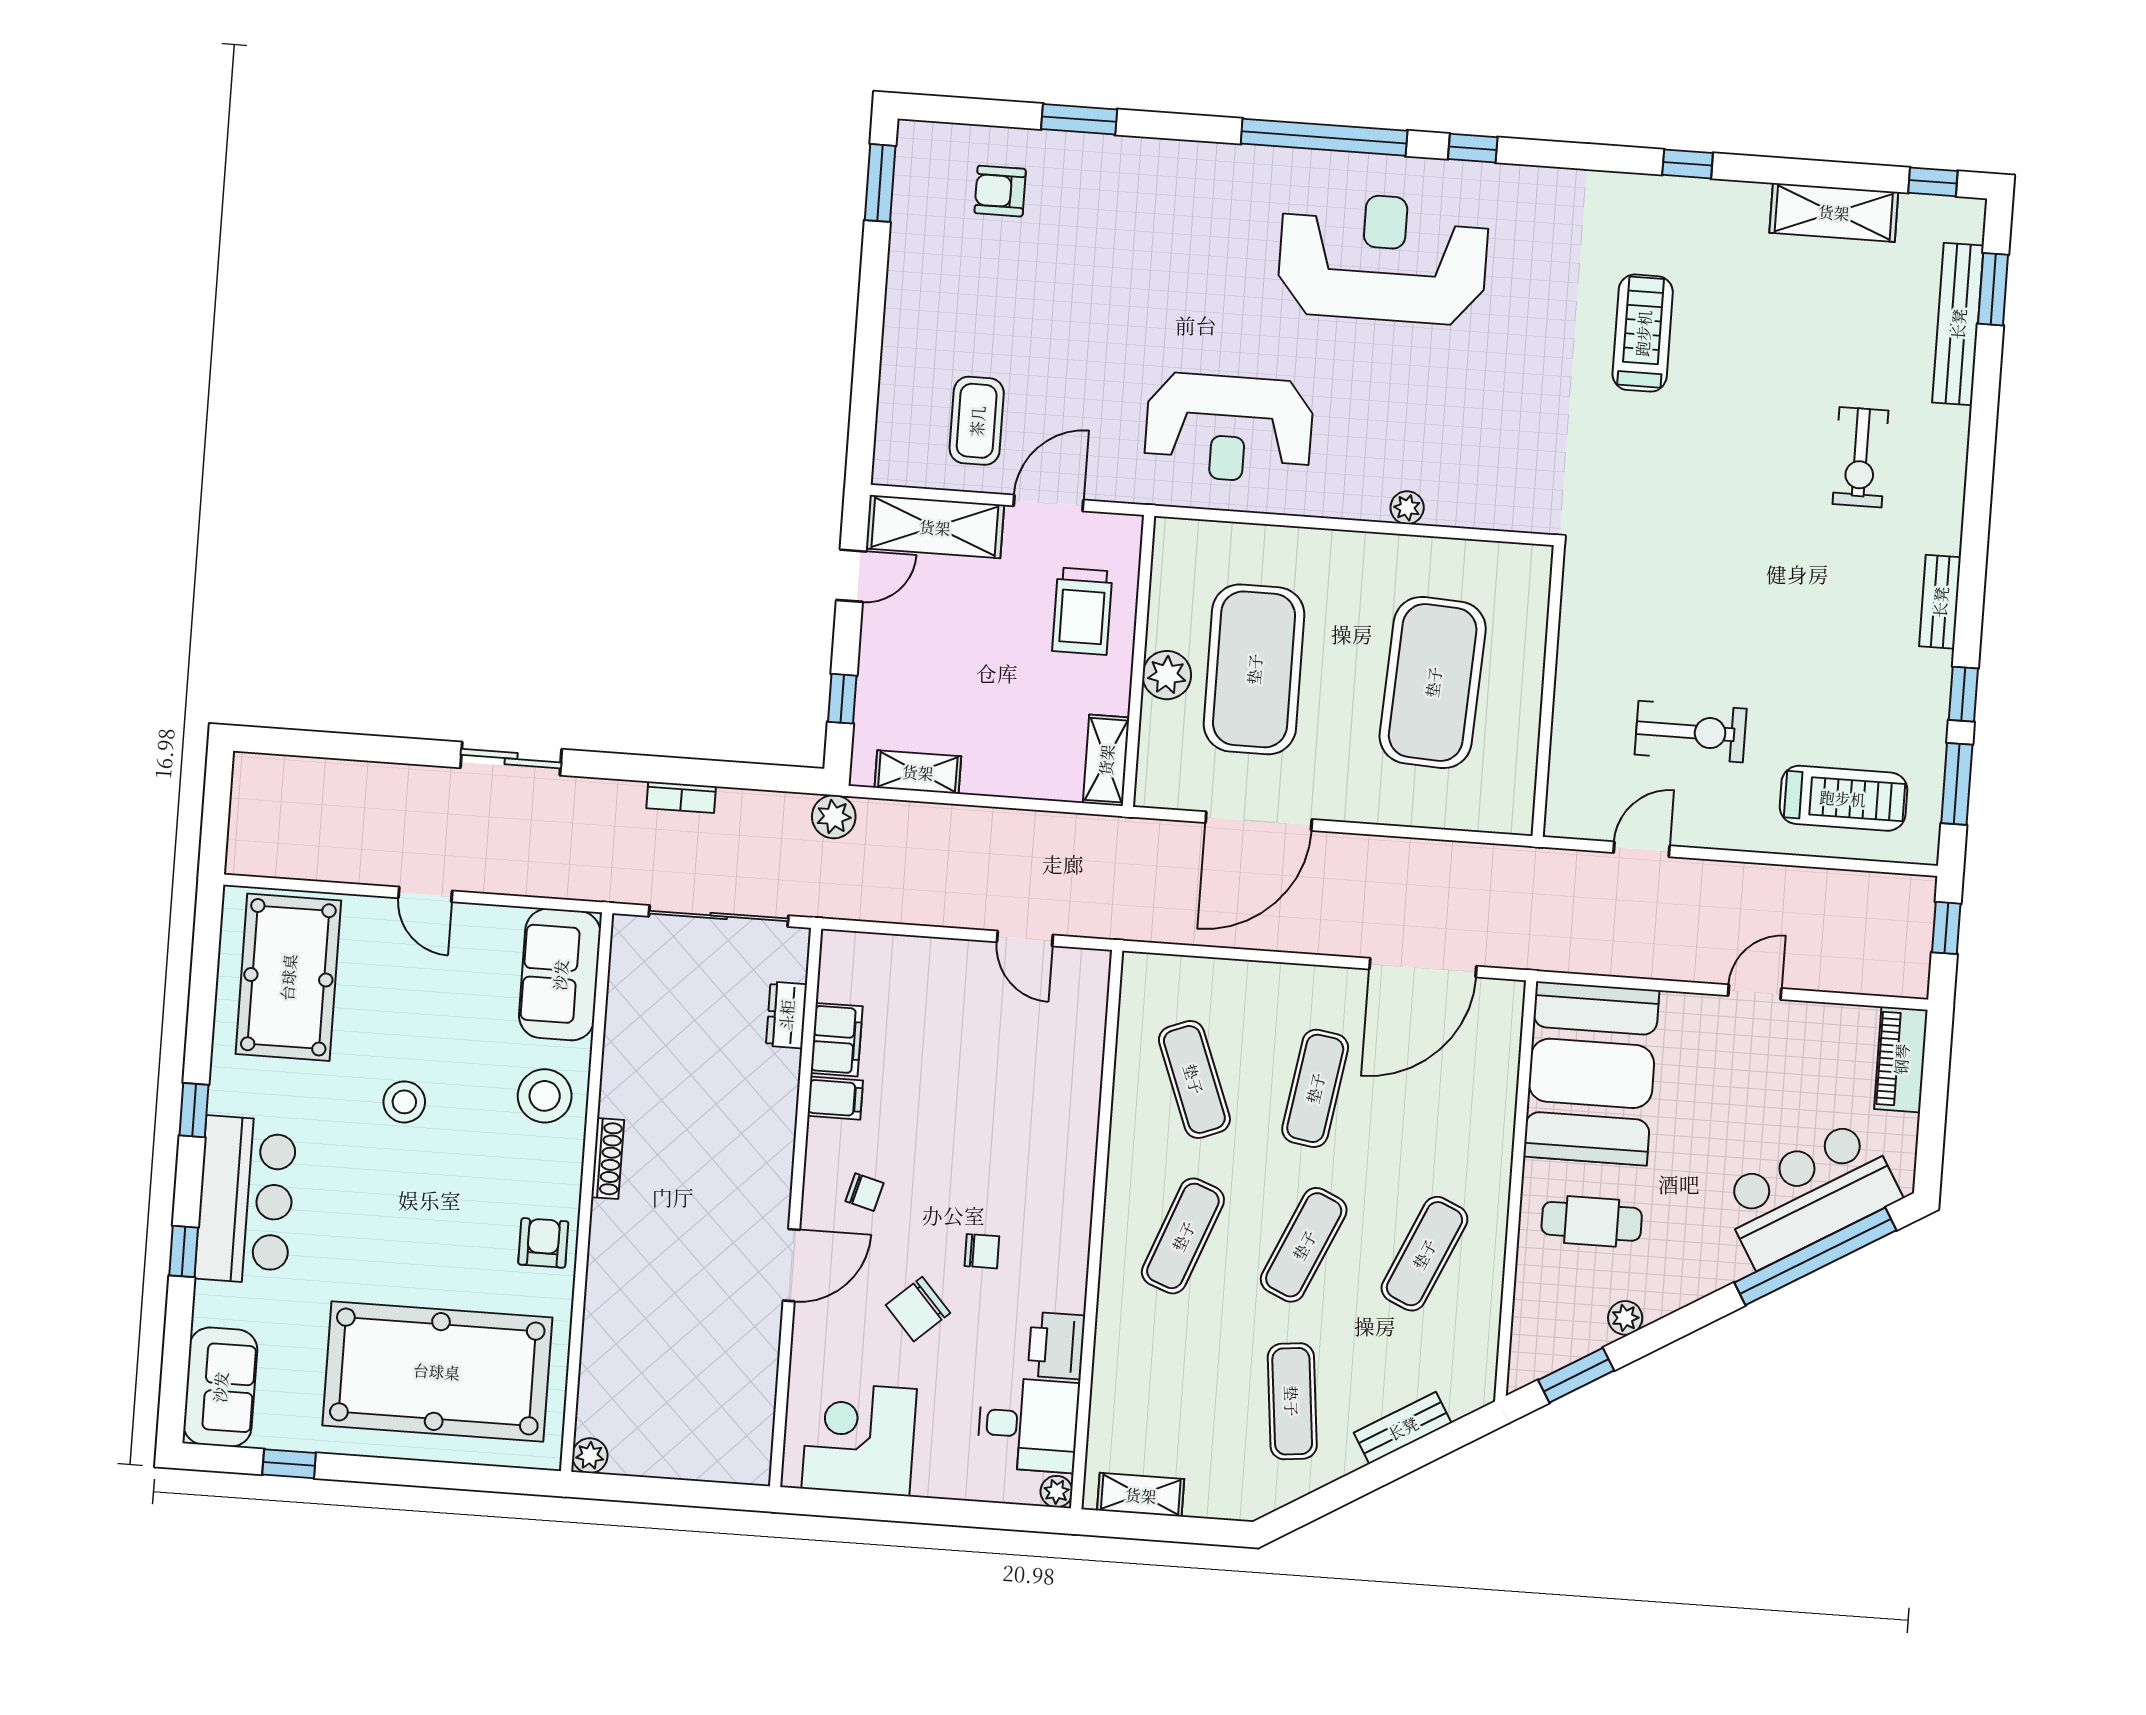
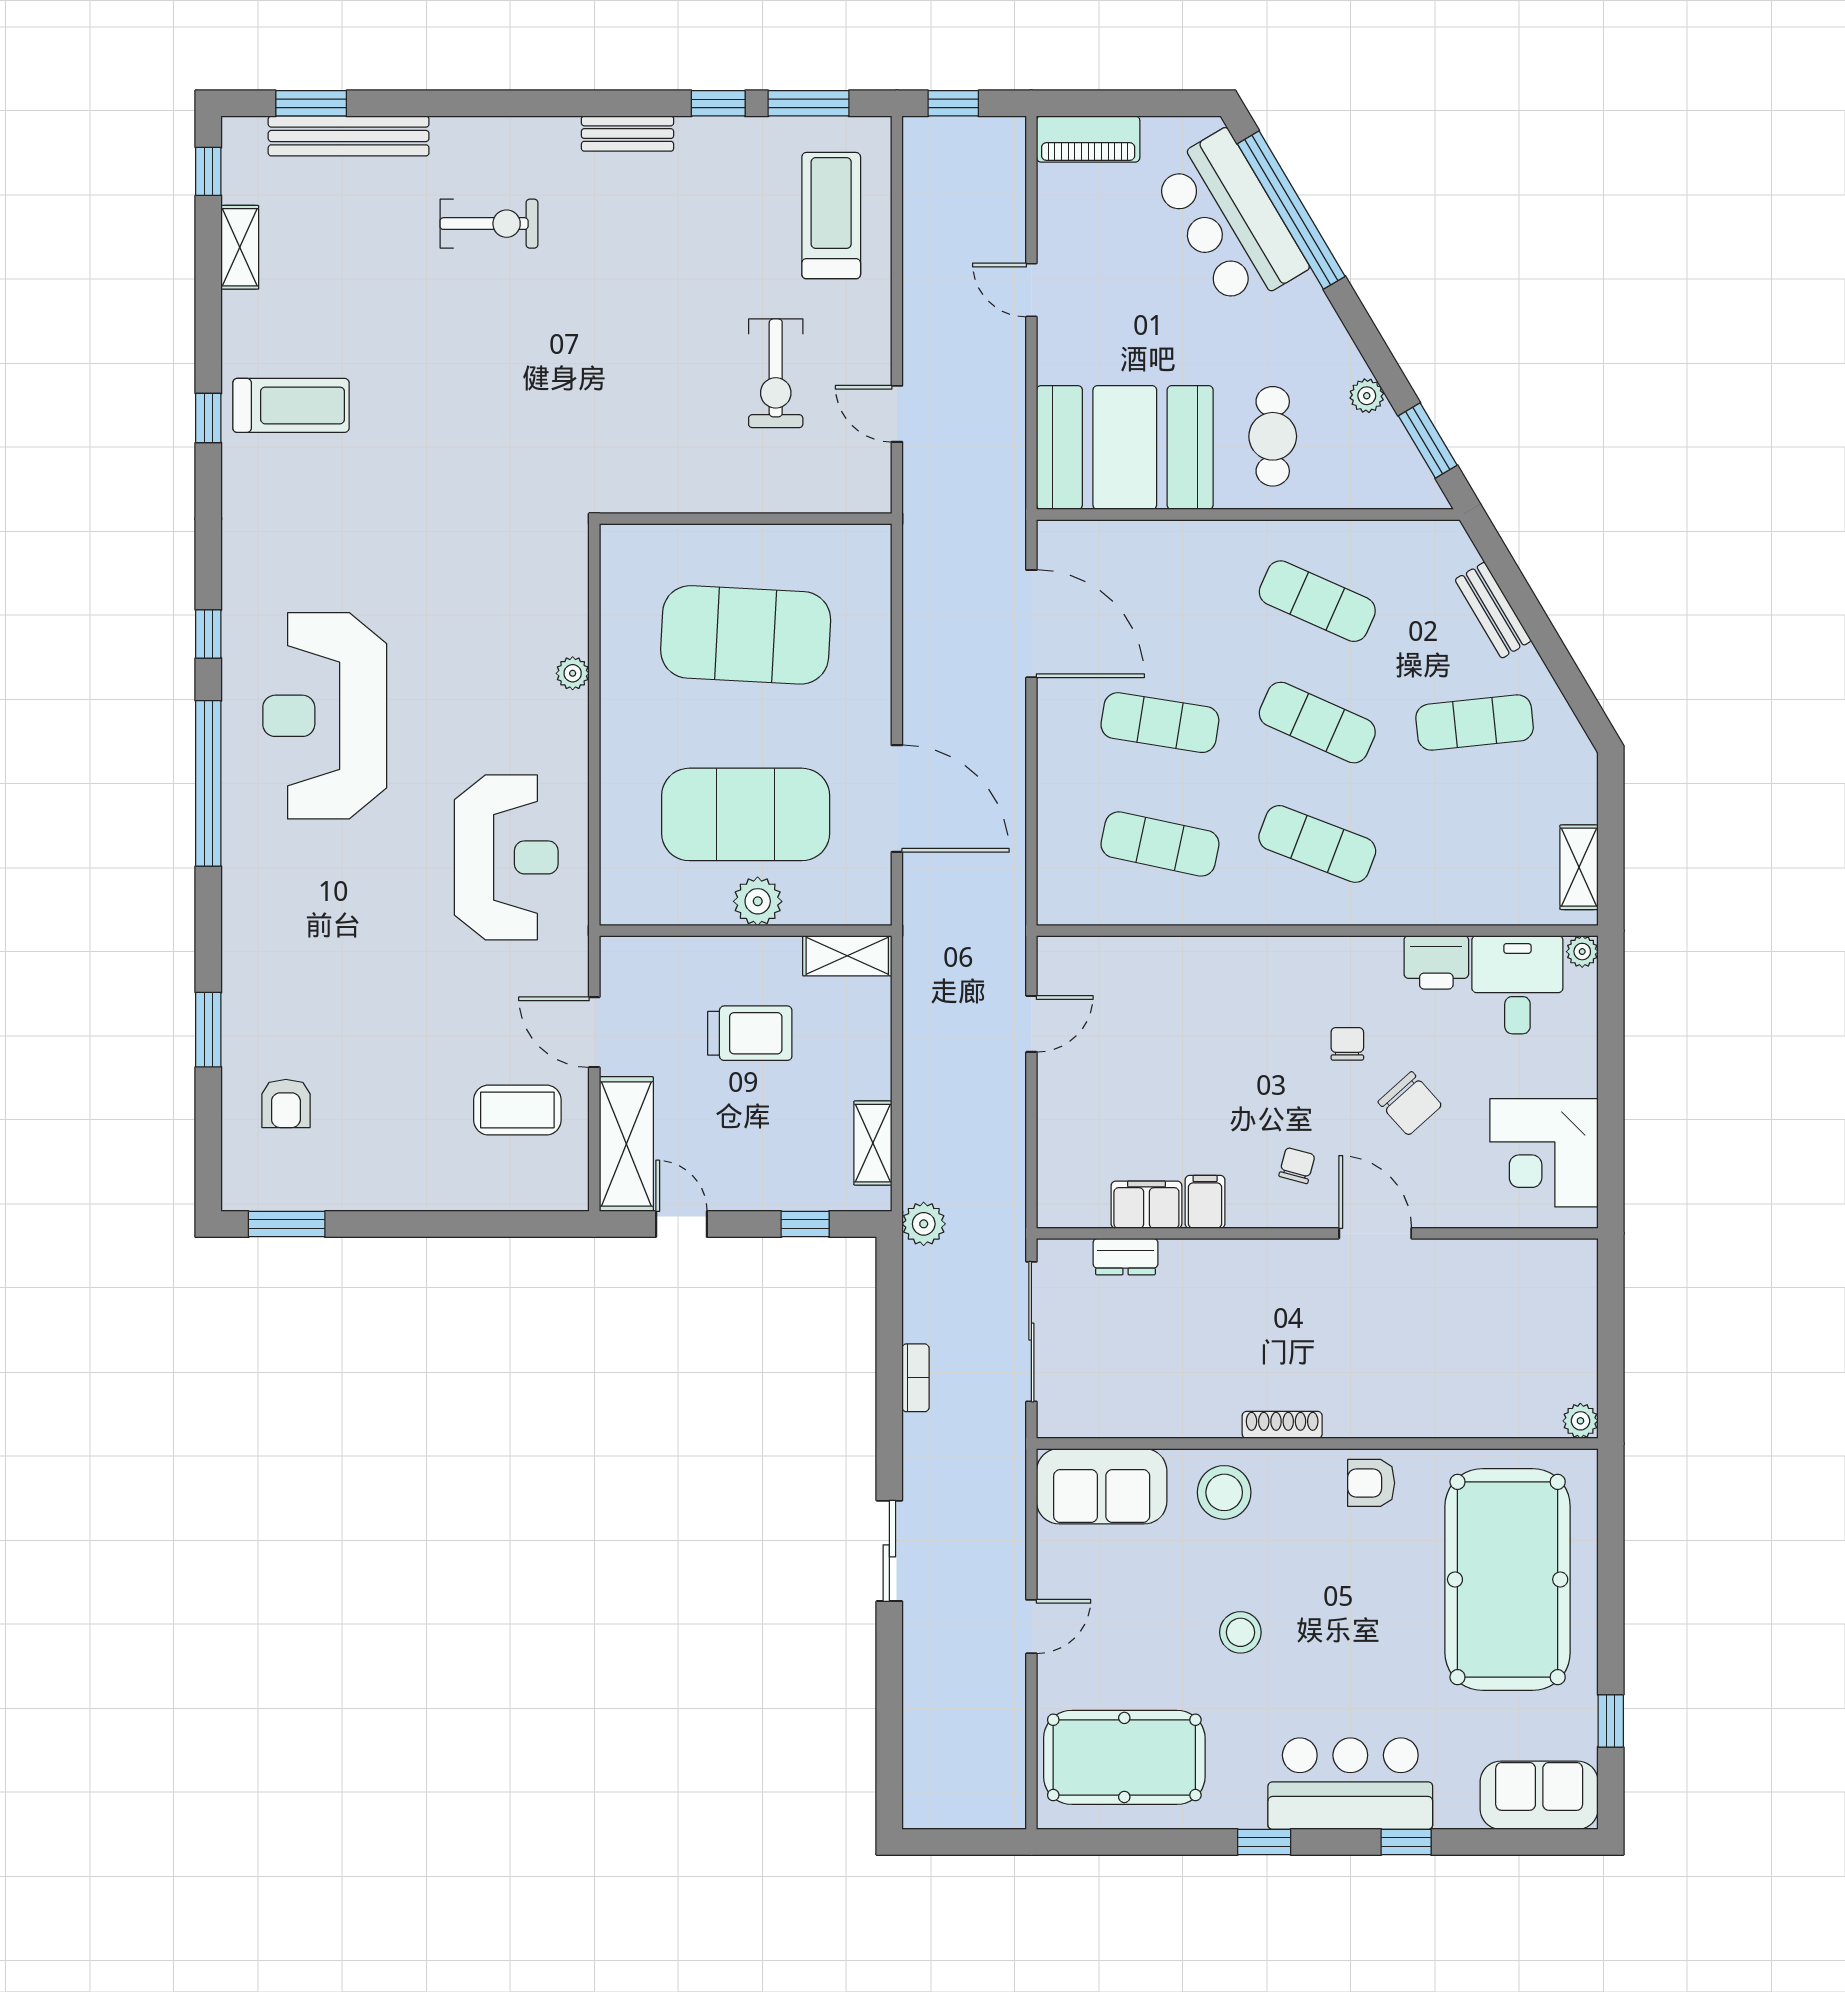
shelving: (1834, 212) -> (240, 247), width x0.67, depth x0.75
treadmill: (1643, 333) -> (291, 405), moved, turned 180
trolley: (1082, 611) -> (750, 1033), moved
exercise bike: (1691, 732) -> (776, 373), turned 180
exercise mat: (1194, 1079) -> (1160, 844), turned 33

